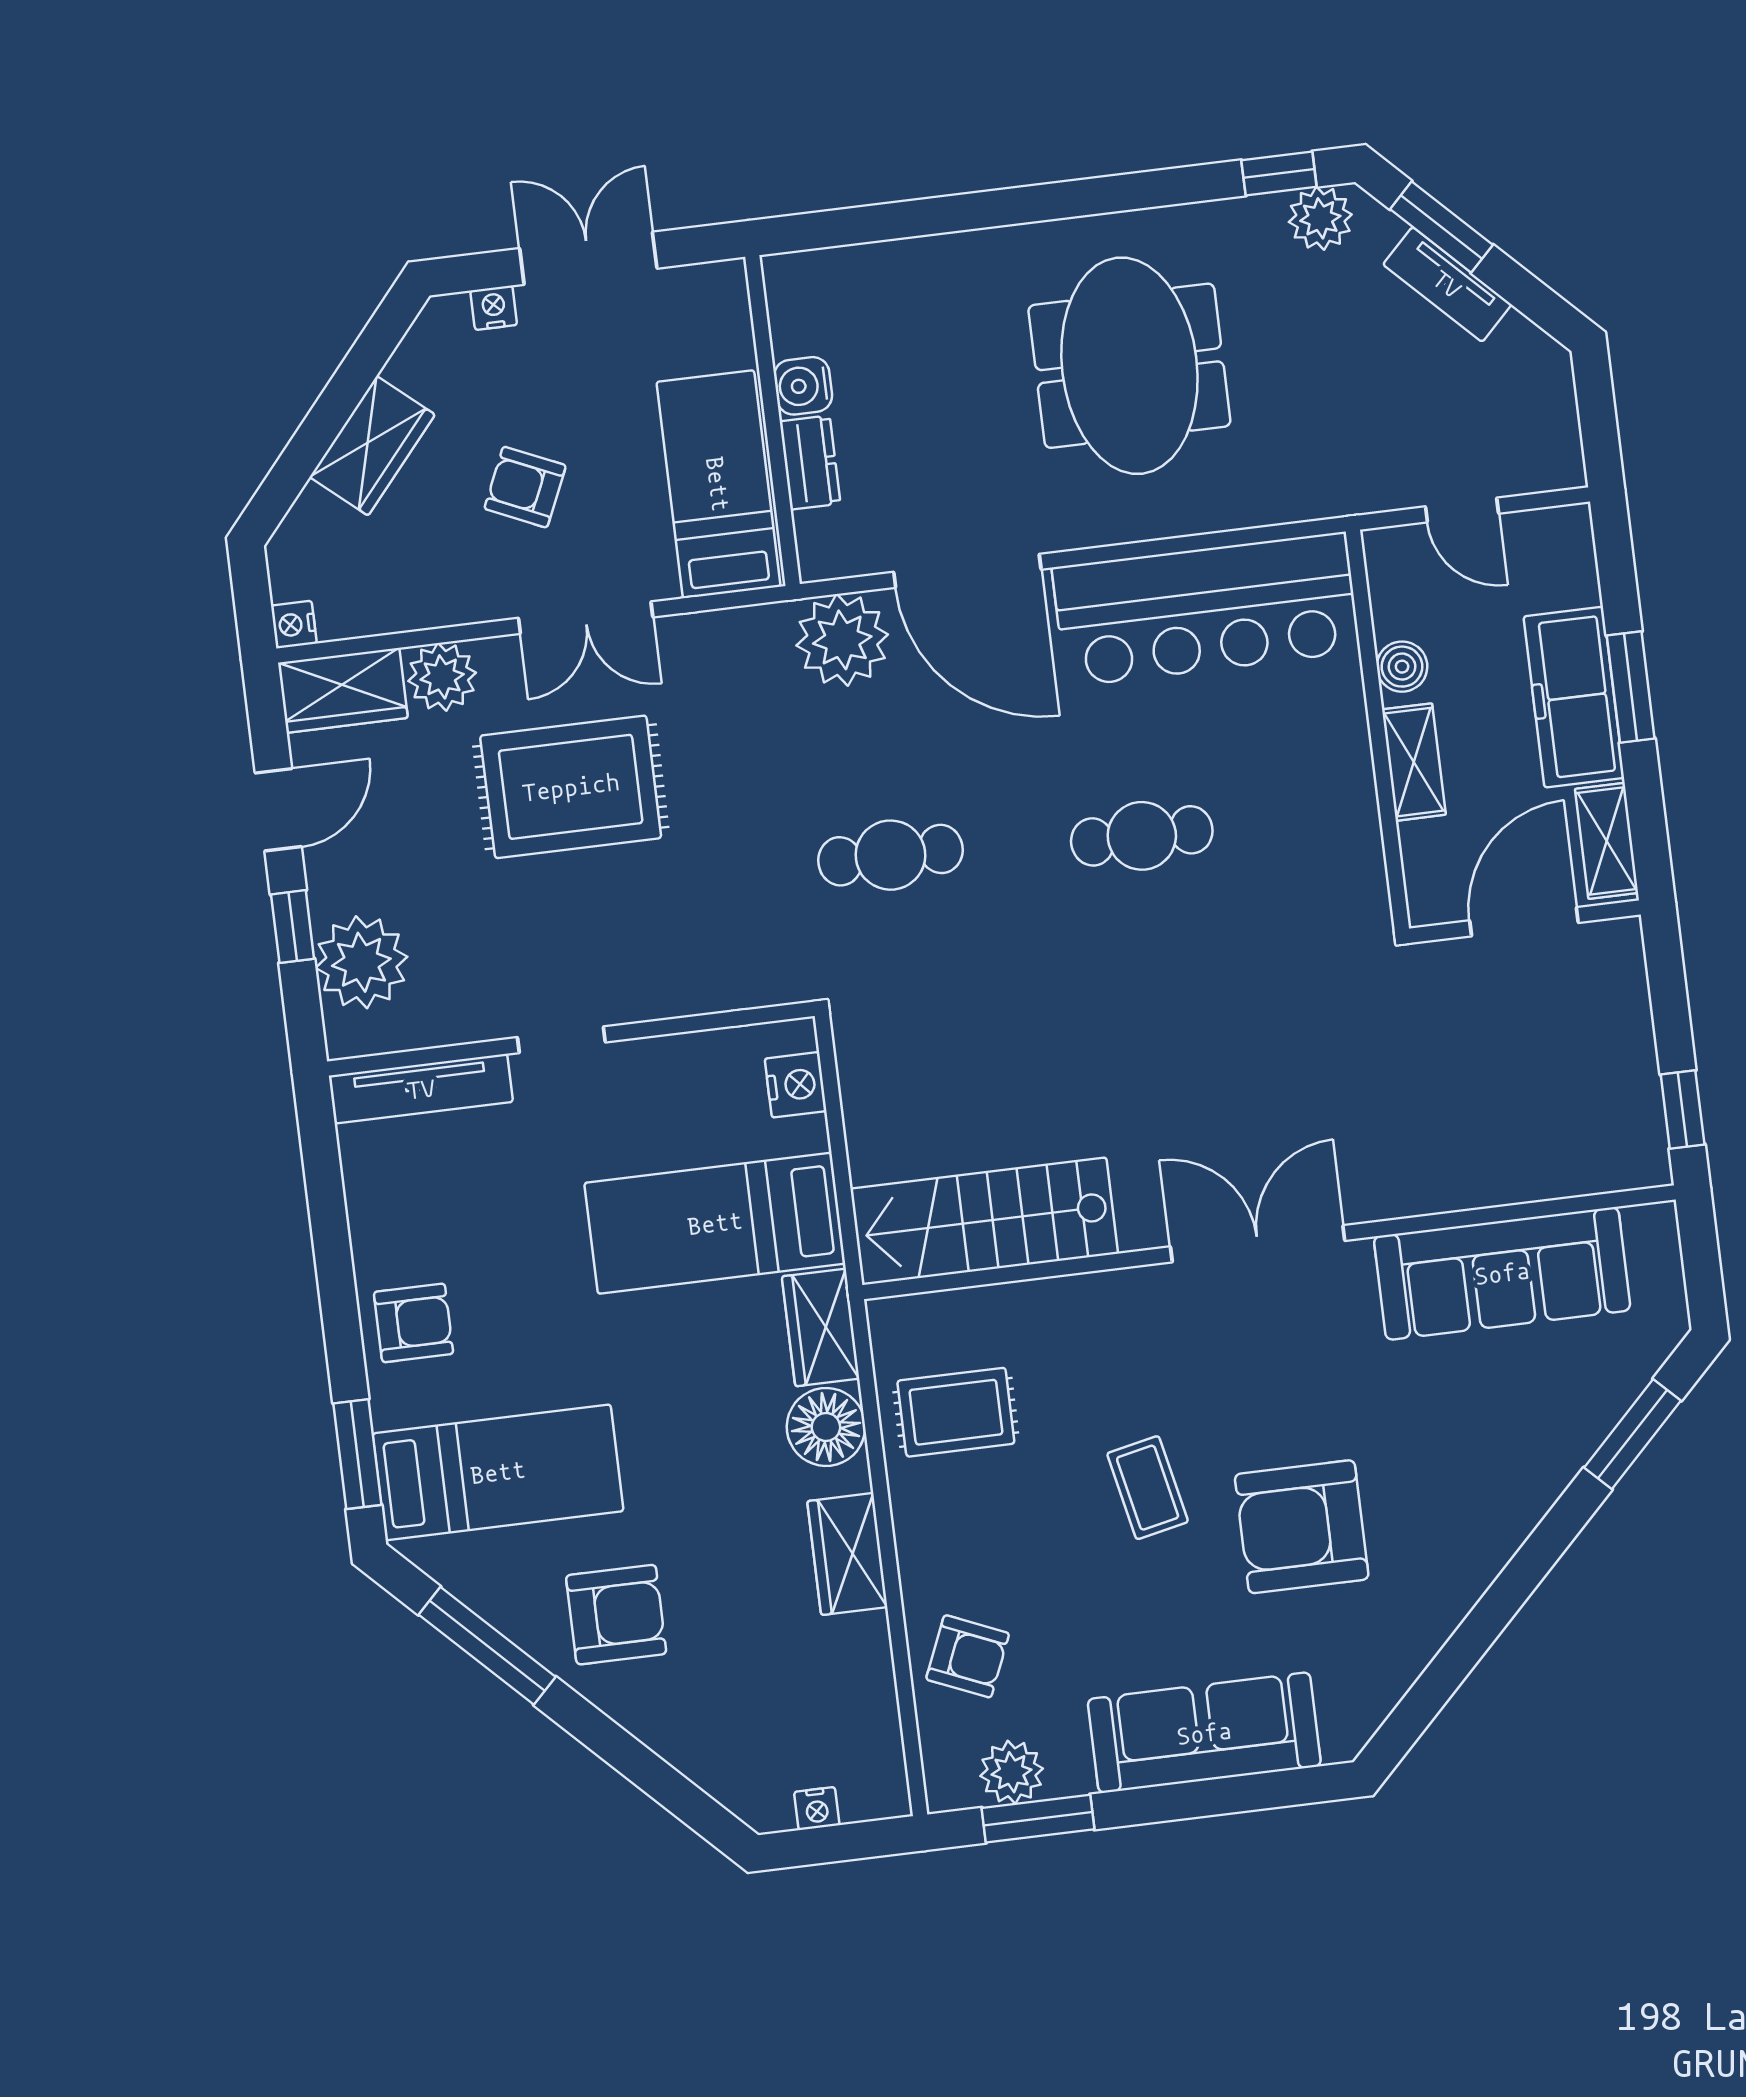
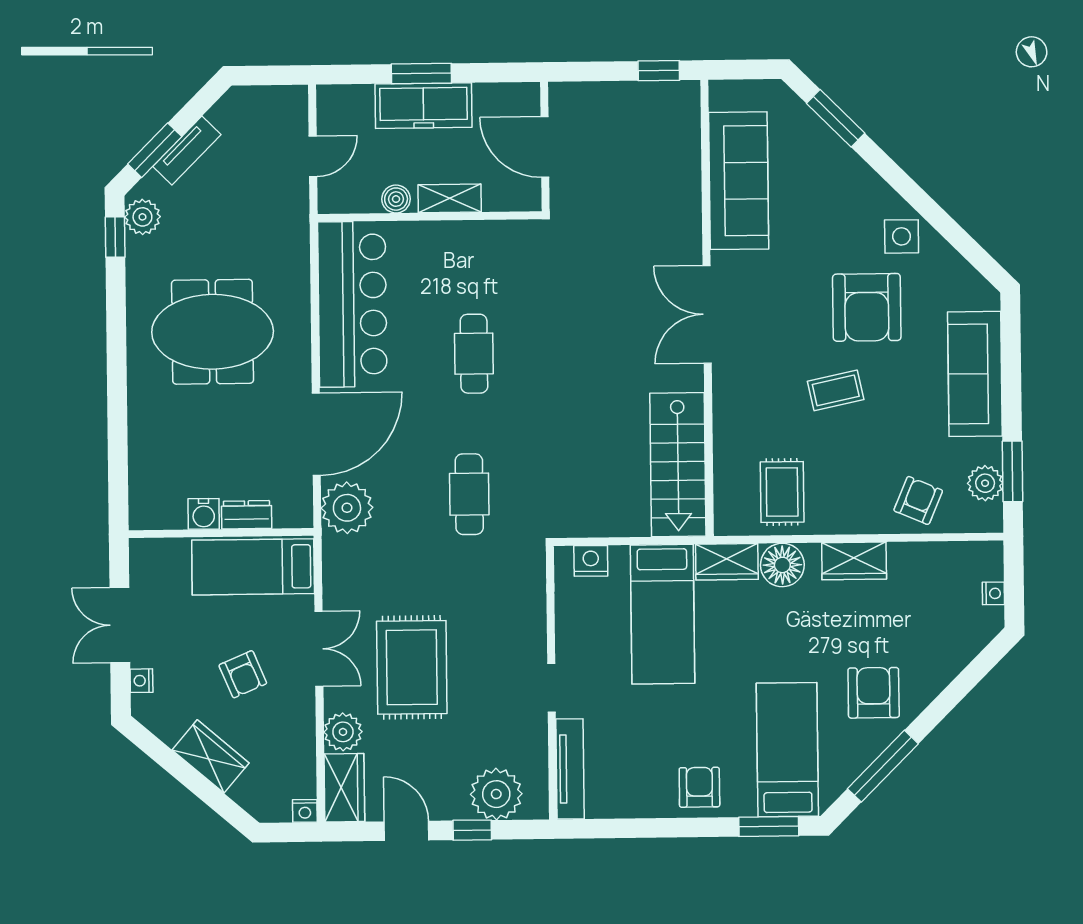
armchair: (525, 487) -> (243, 674), turned -47
shelving: (1607, 841) -> (505, 96), removed
side table: (1435, 1575) -> (902, 236), added

